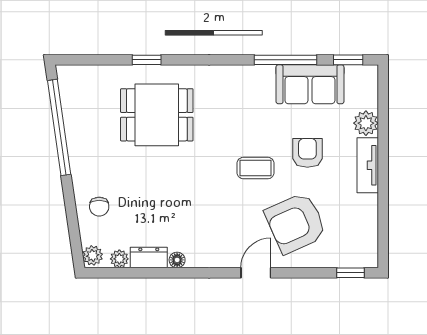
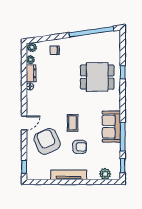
sofa: (310, 84) -> (111, 127), moved
dining table: (157, 115) -> (97, 77), turned 90
plant: (366, 123) -> (105, 174), moved
tv unit: (368, 165) -> (69, 175), width x1.41
door: (256, 273) -> (24, 123), hinge flipped

